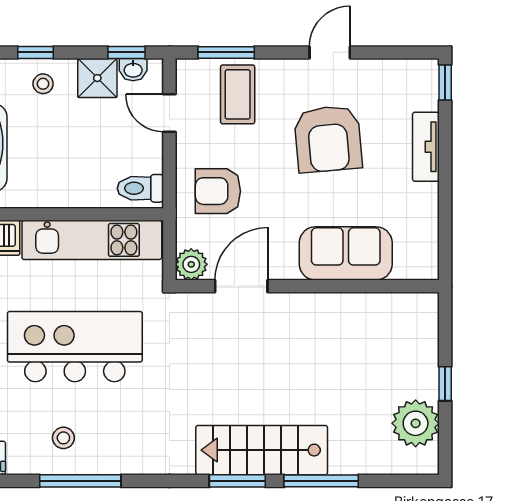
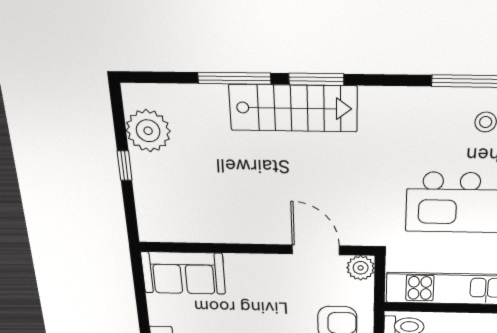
sofa: (346, 253) -> (183, 273), moved
door: (241, 286) -> (316, 250), swing flipped

